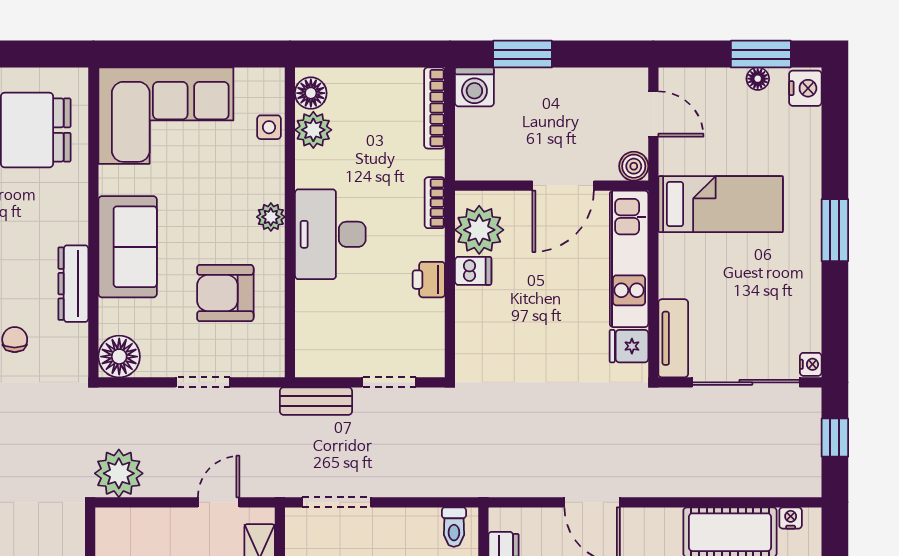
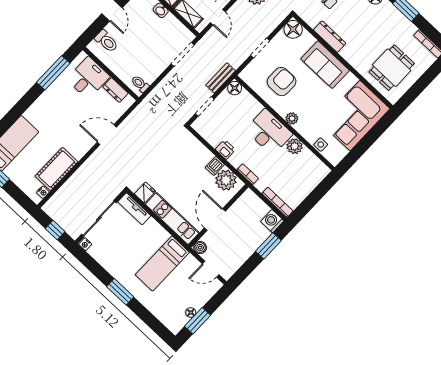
nightstand: (805, 88) -> (174, 325), removed
floor lamp: (311, 93) -> (235, 88), moved
plant: (313, 130) -> (295, 146), moved

